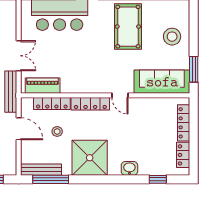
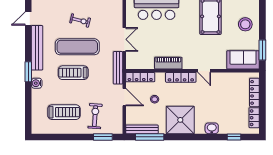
sofa: (162, 82) -> (243, 60), width x0.73
piano: (43, 86) -> (168, 63), moved
locker: (52, 104) -> (140, 77), moved

